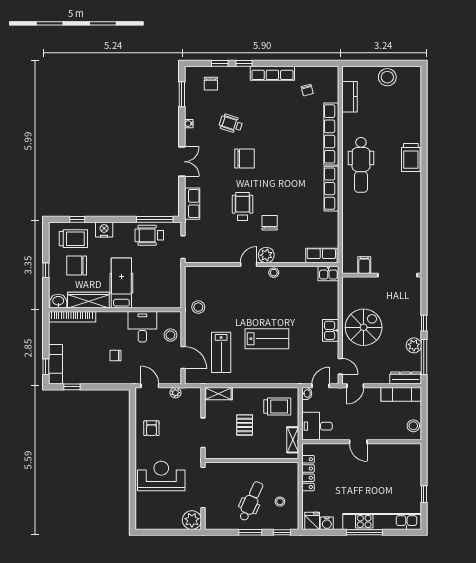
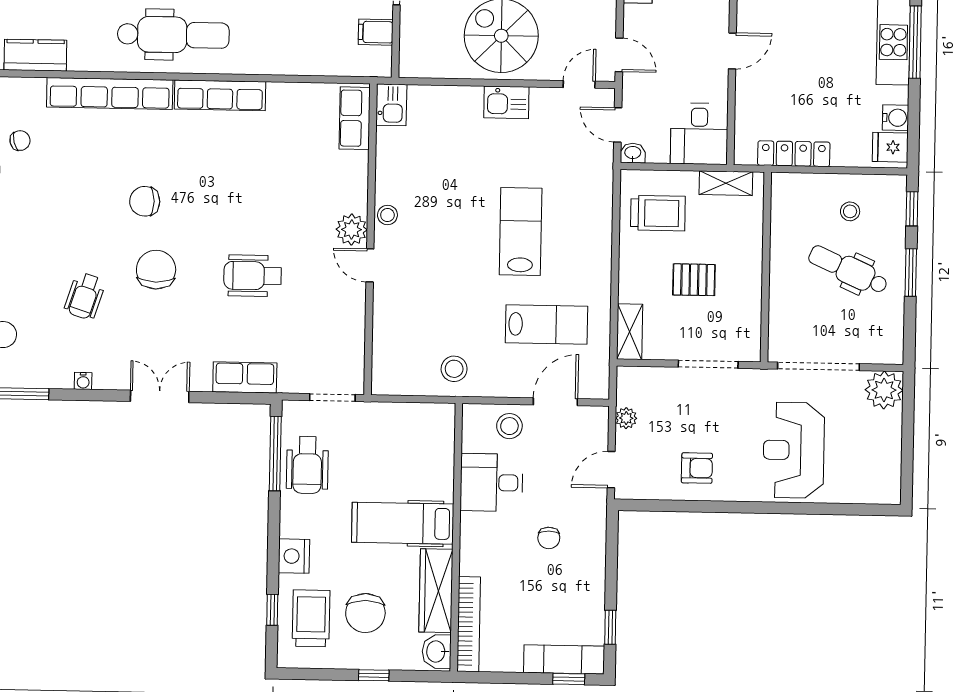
chair: (270, 223) -> (145, 201), moved
trolley: (277, 406) -> (658, 213), turned 90

